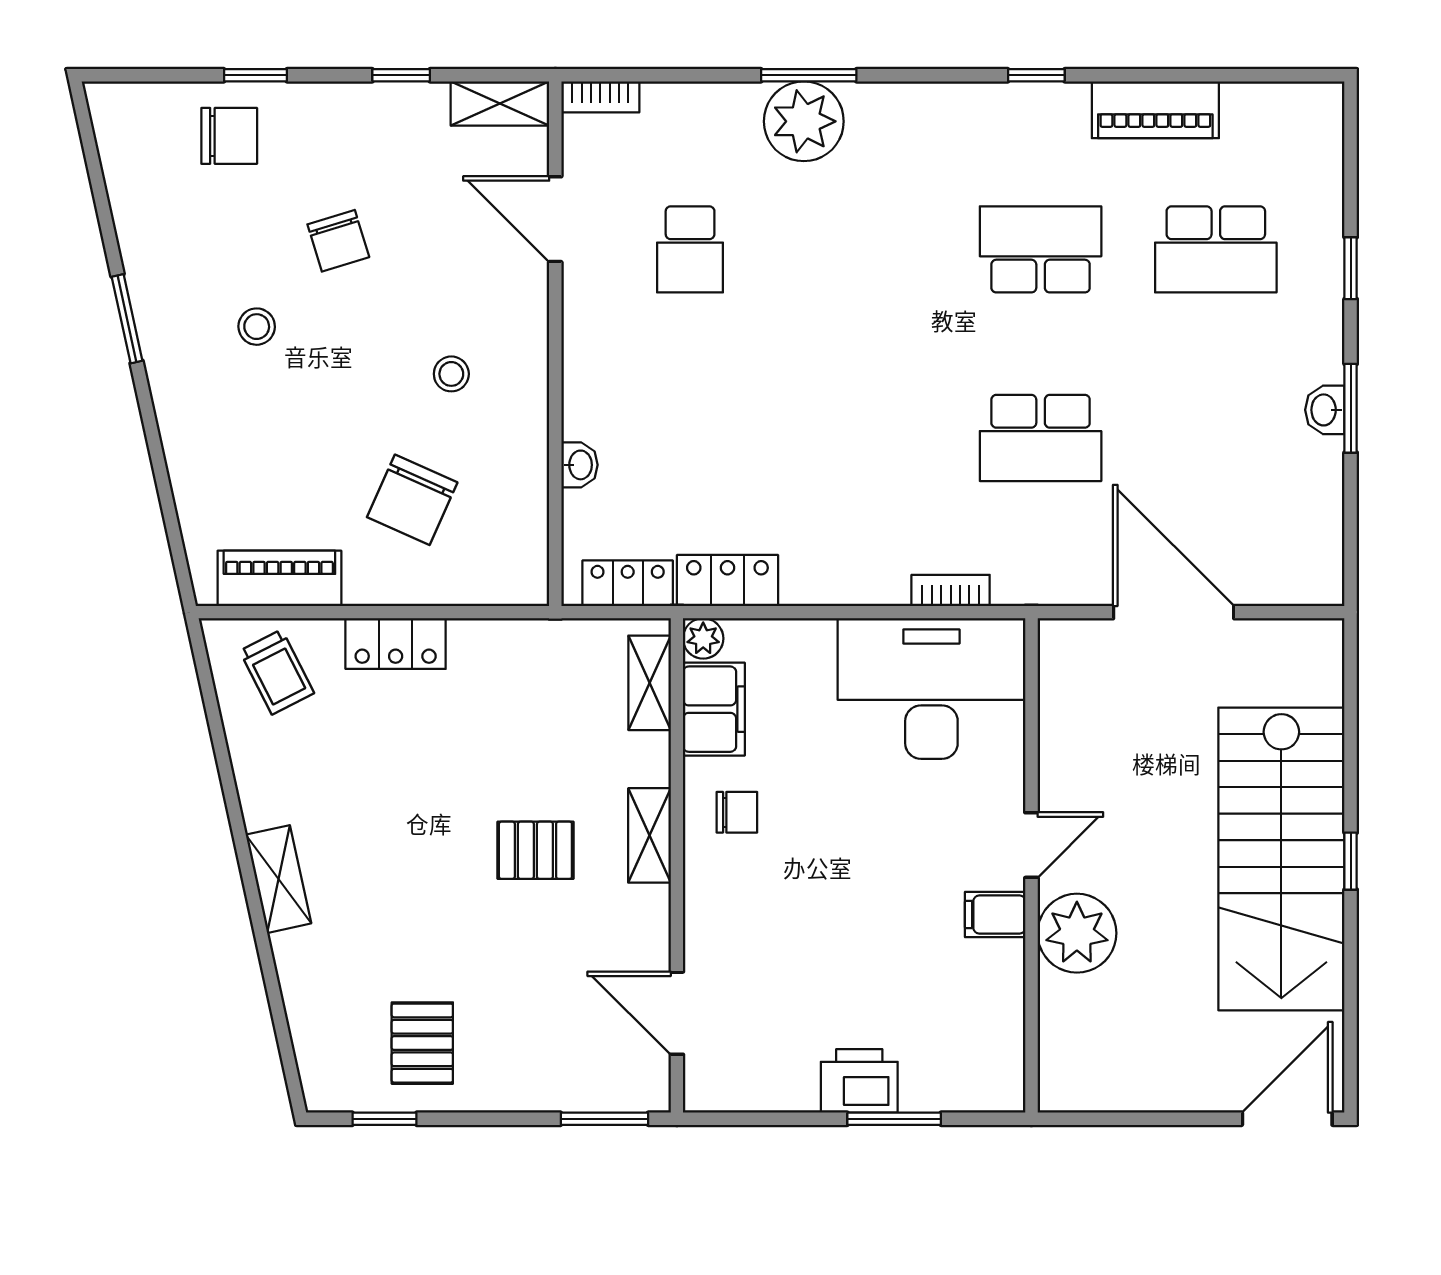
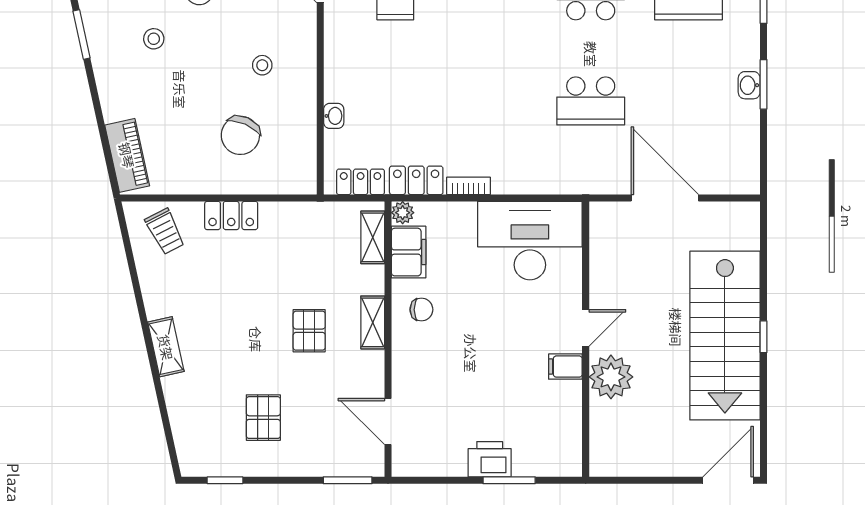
piano: (279, 578) -> (127, 155), moved, turned 78
bookcase: (951, 590) -> (468, 186), moved
pallet: (535, 850) -> (309, 331), turned 90
pallet: (422, 1043) -> (263, 418), moved

